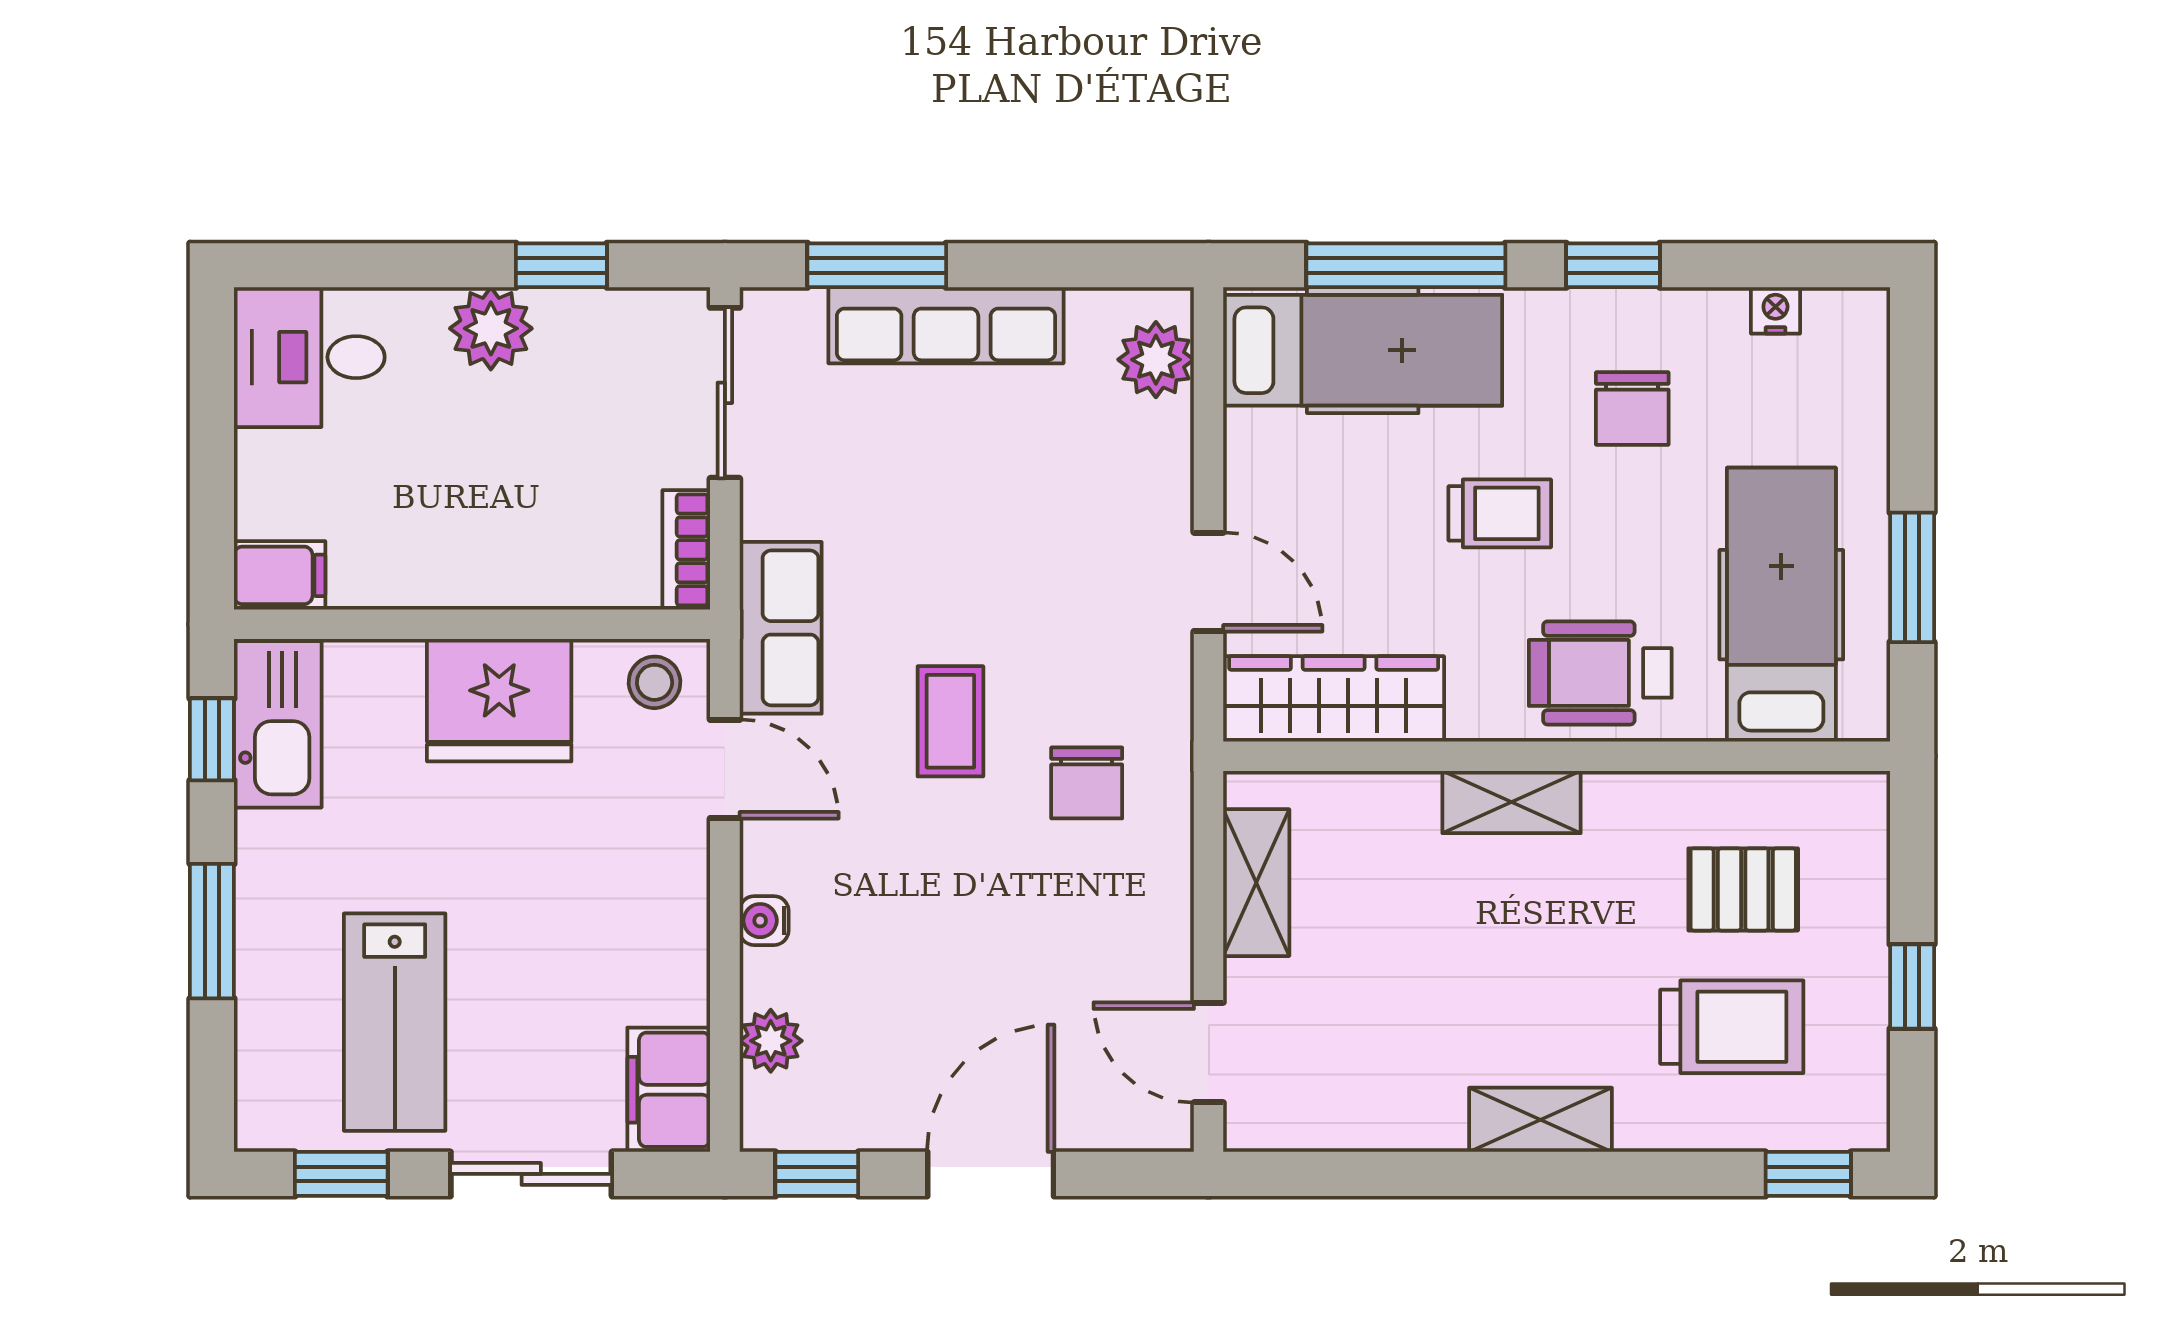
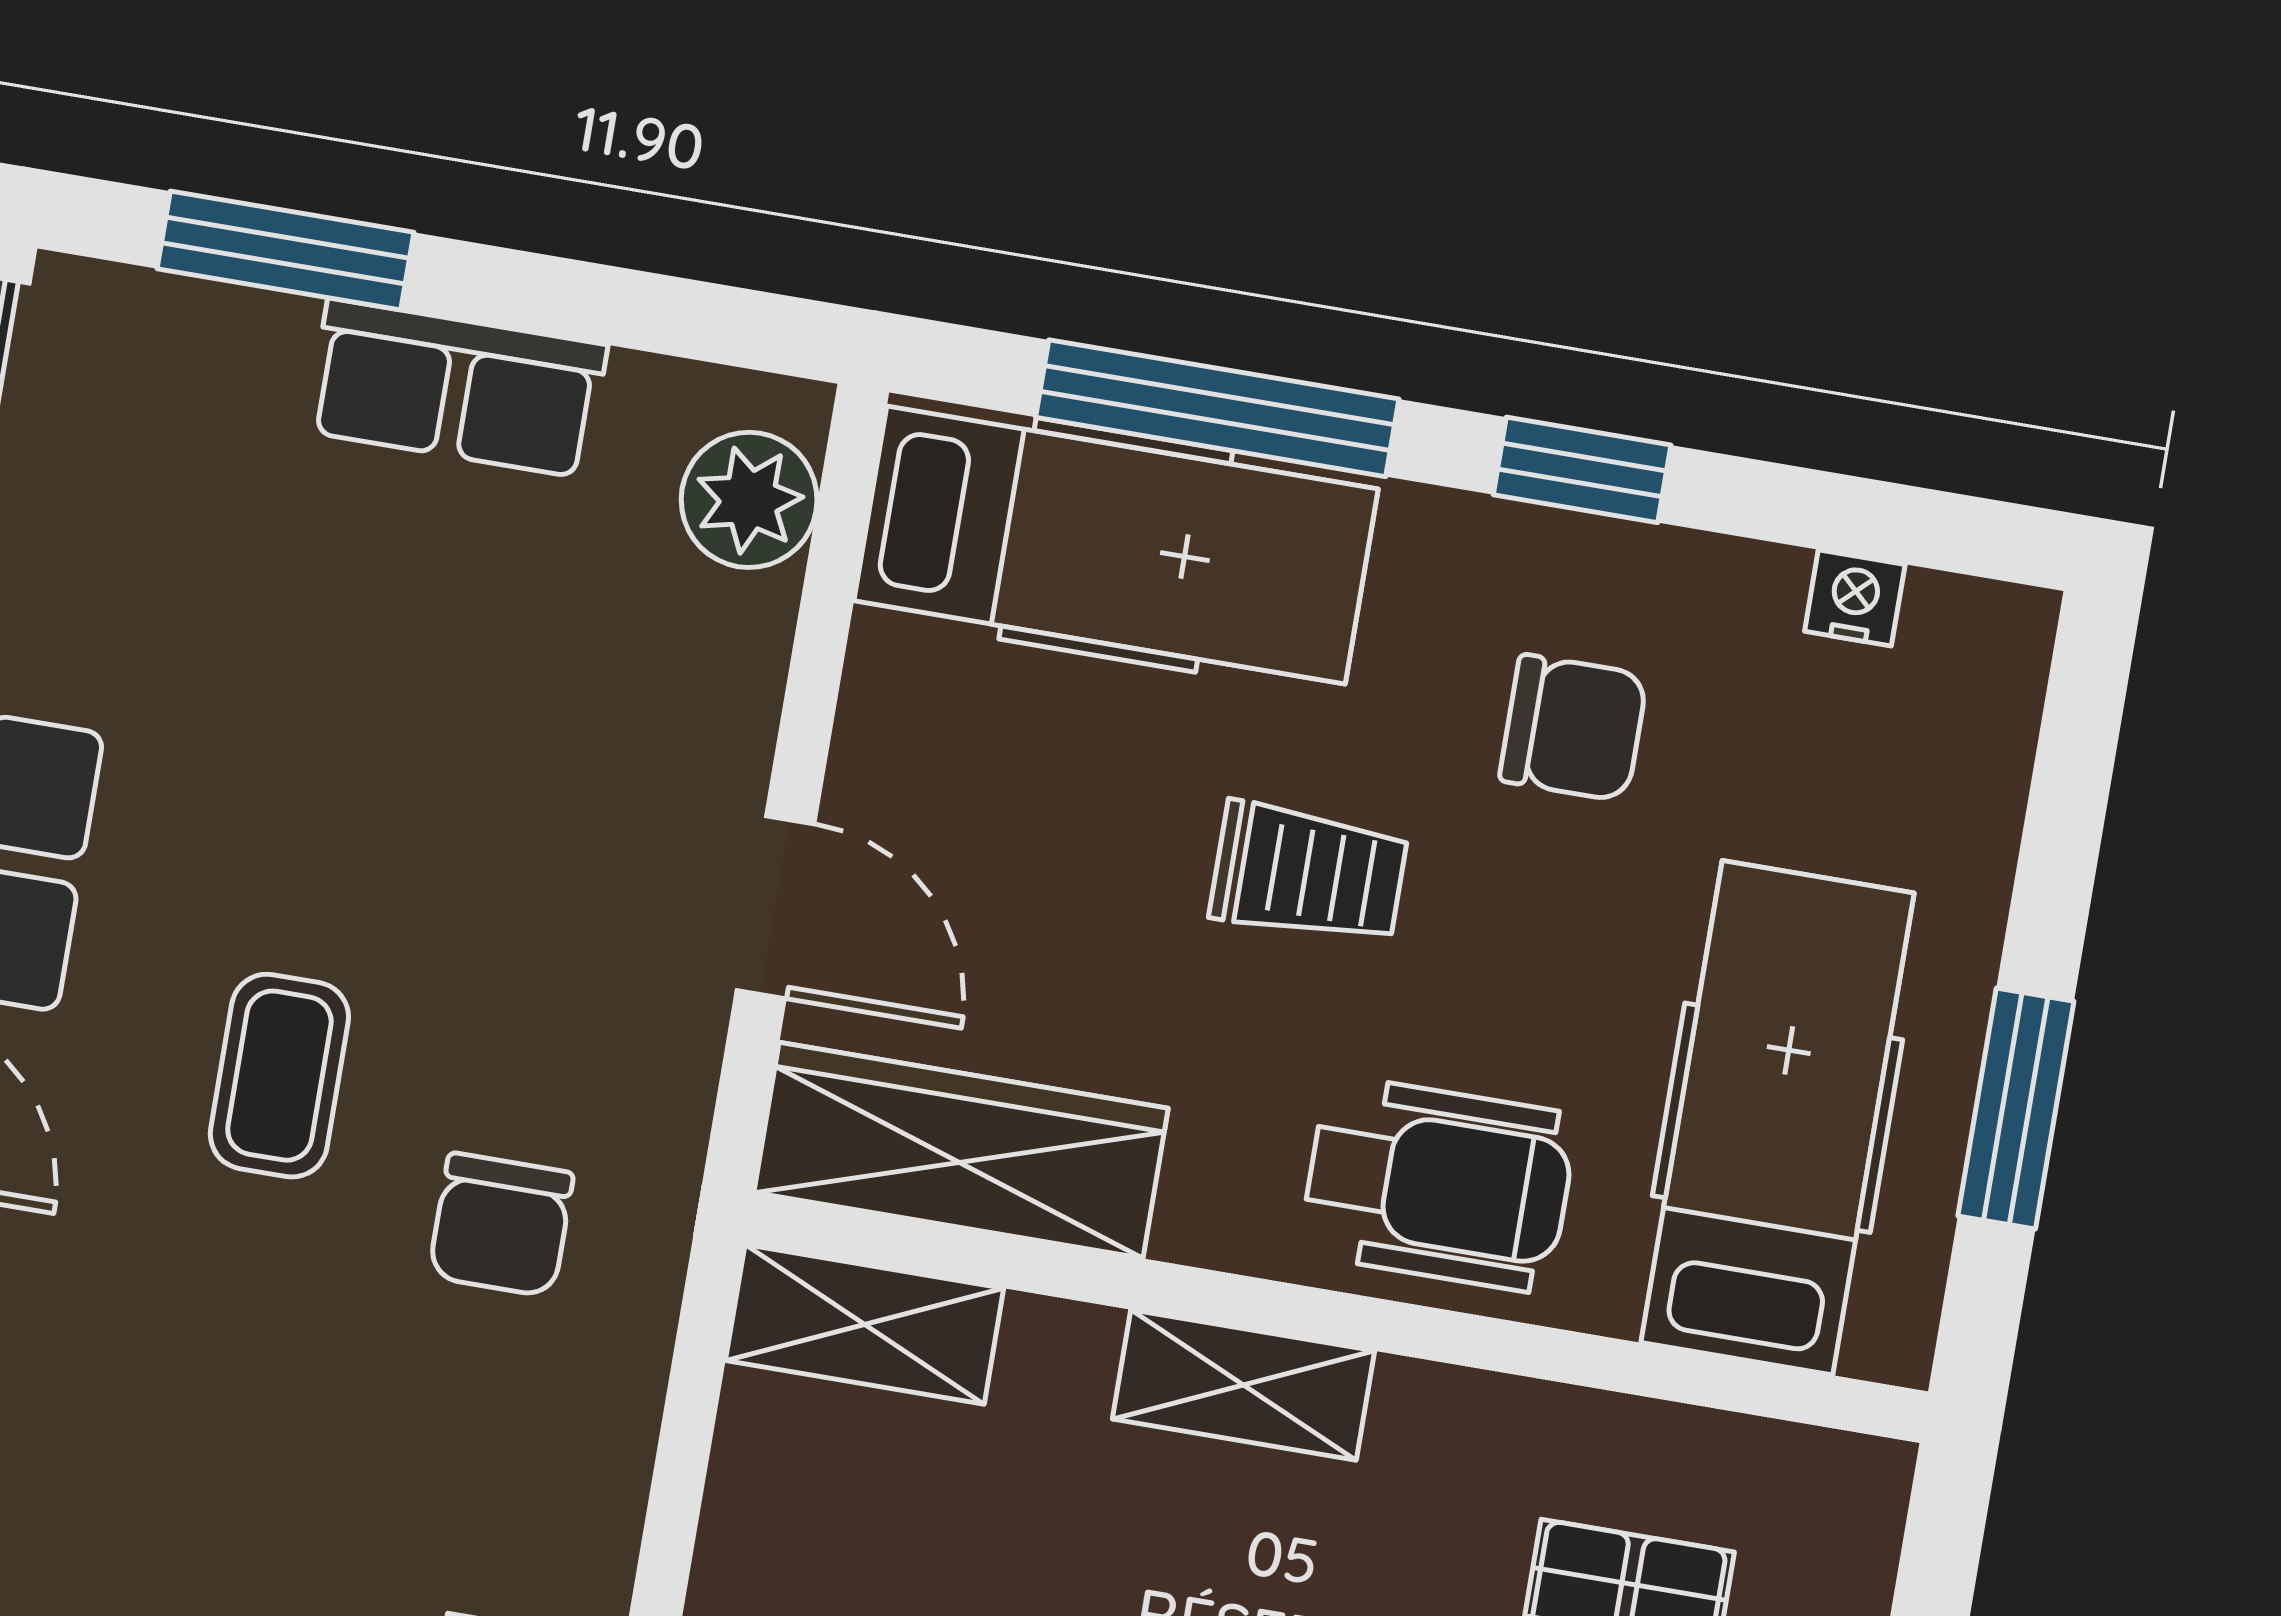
row of seats: (946, 325) -> (457, 388), width x0.68
chair: (1632, 408) -> (1573, 728), turned -90
wheelchair: (1600, 673) -> (1438, 1184), turned 180
shelving: (1256, 883) -> (865, 1324), moved, turned 90

